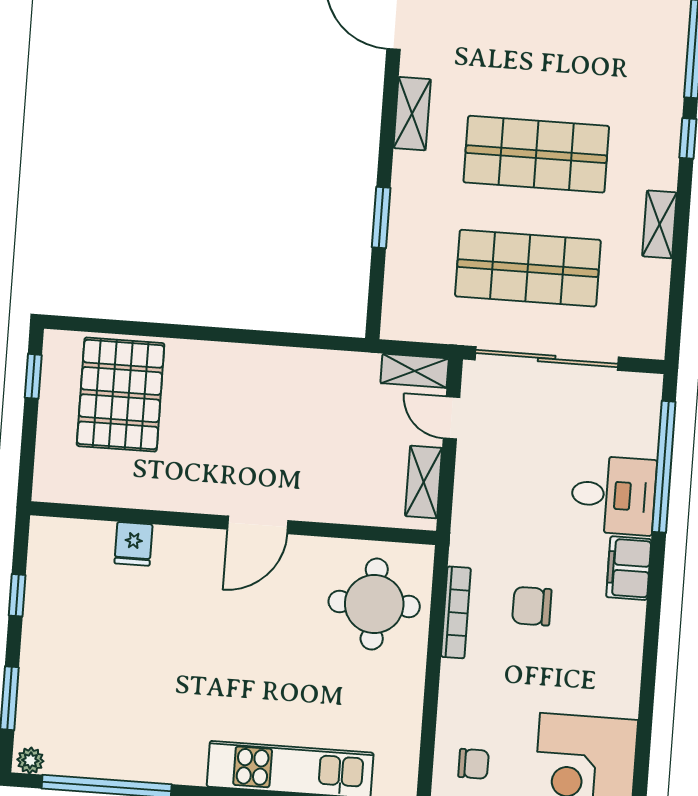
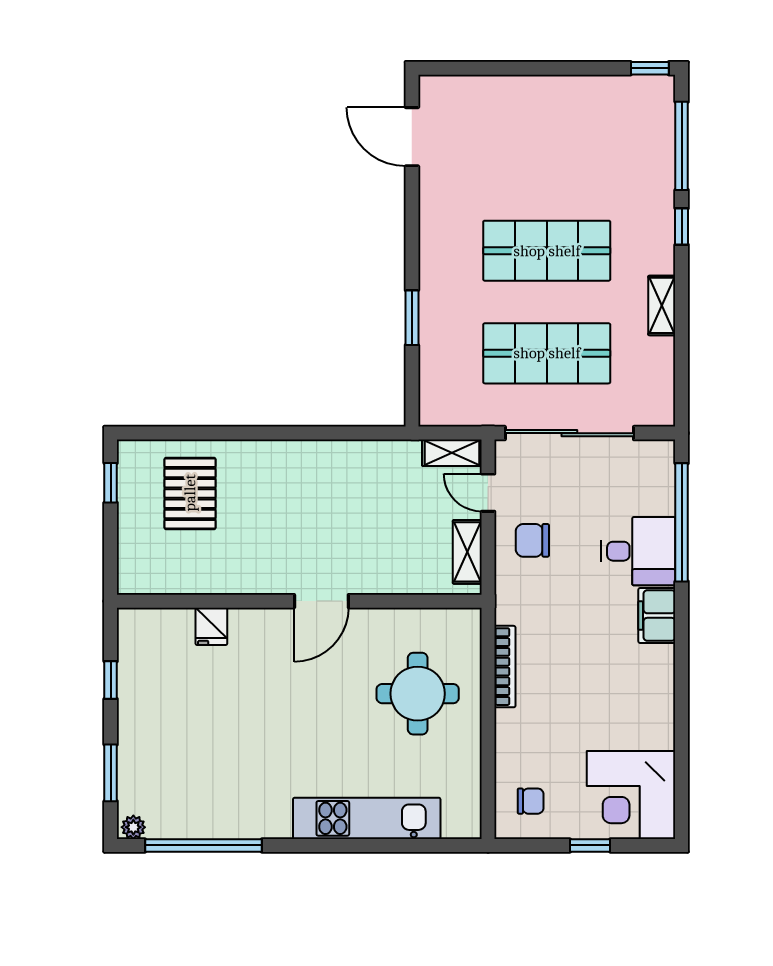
shelving: (412, 114) -> (433, 222), removed
pallet: (121, 395) -> (190, 493), width x0.73, depth x0.71
round table: (374, 604) -> (418, 694), moved
chair: (532, 606) -> (532, 540), moved

